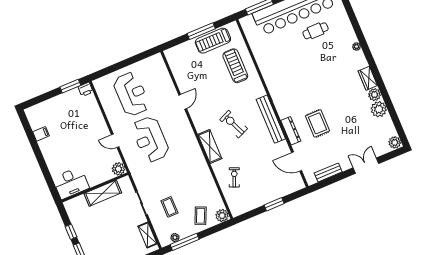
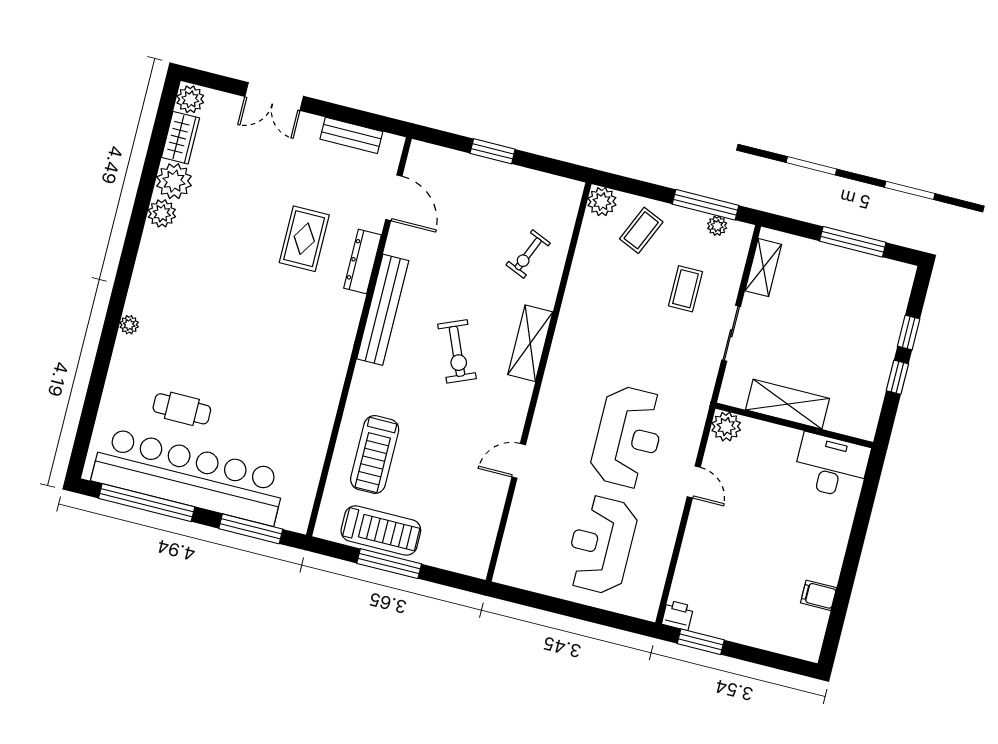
wardrobe: (368, 78) -> (181, 138), moved

